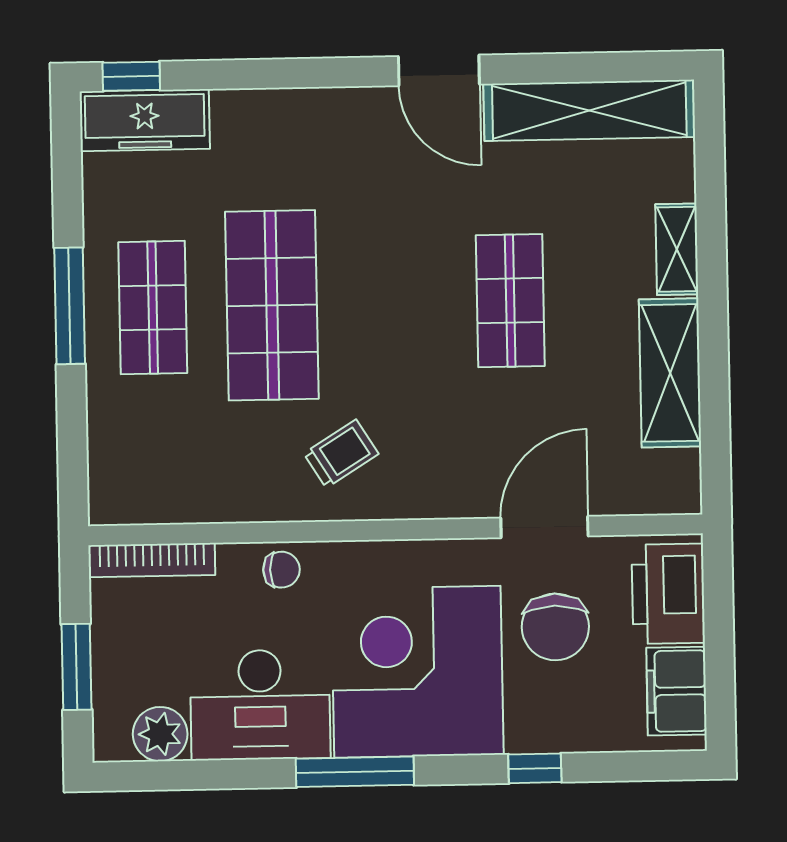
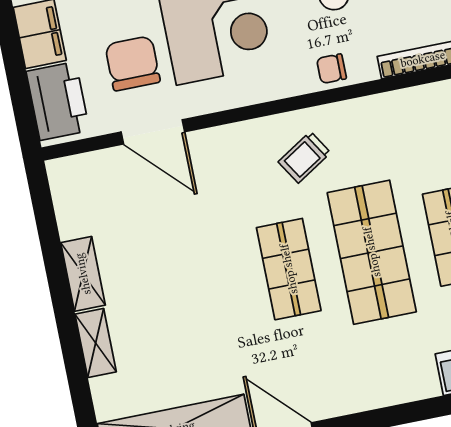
shop shelf: (510, 301) -> (289, 269), moved
shelving: (670, 373) -> (83, 274), width x0.67, depth x0.75
door: (544, 527) -> (153, 132), hinge flipped

